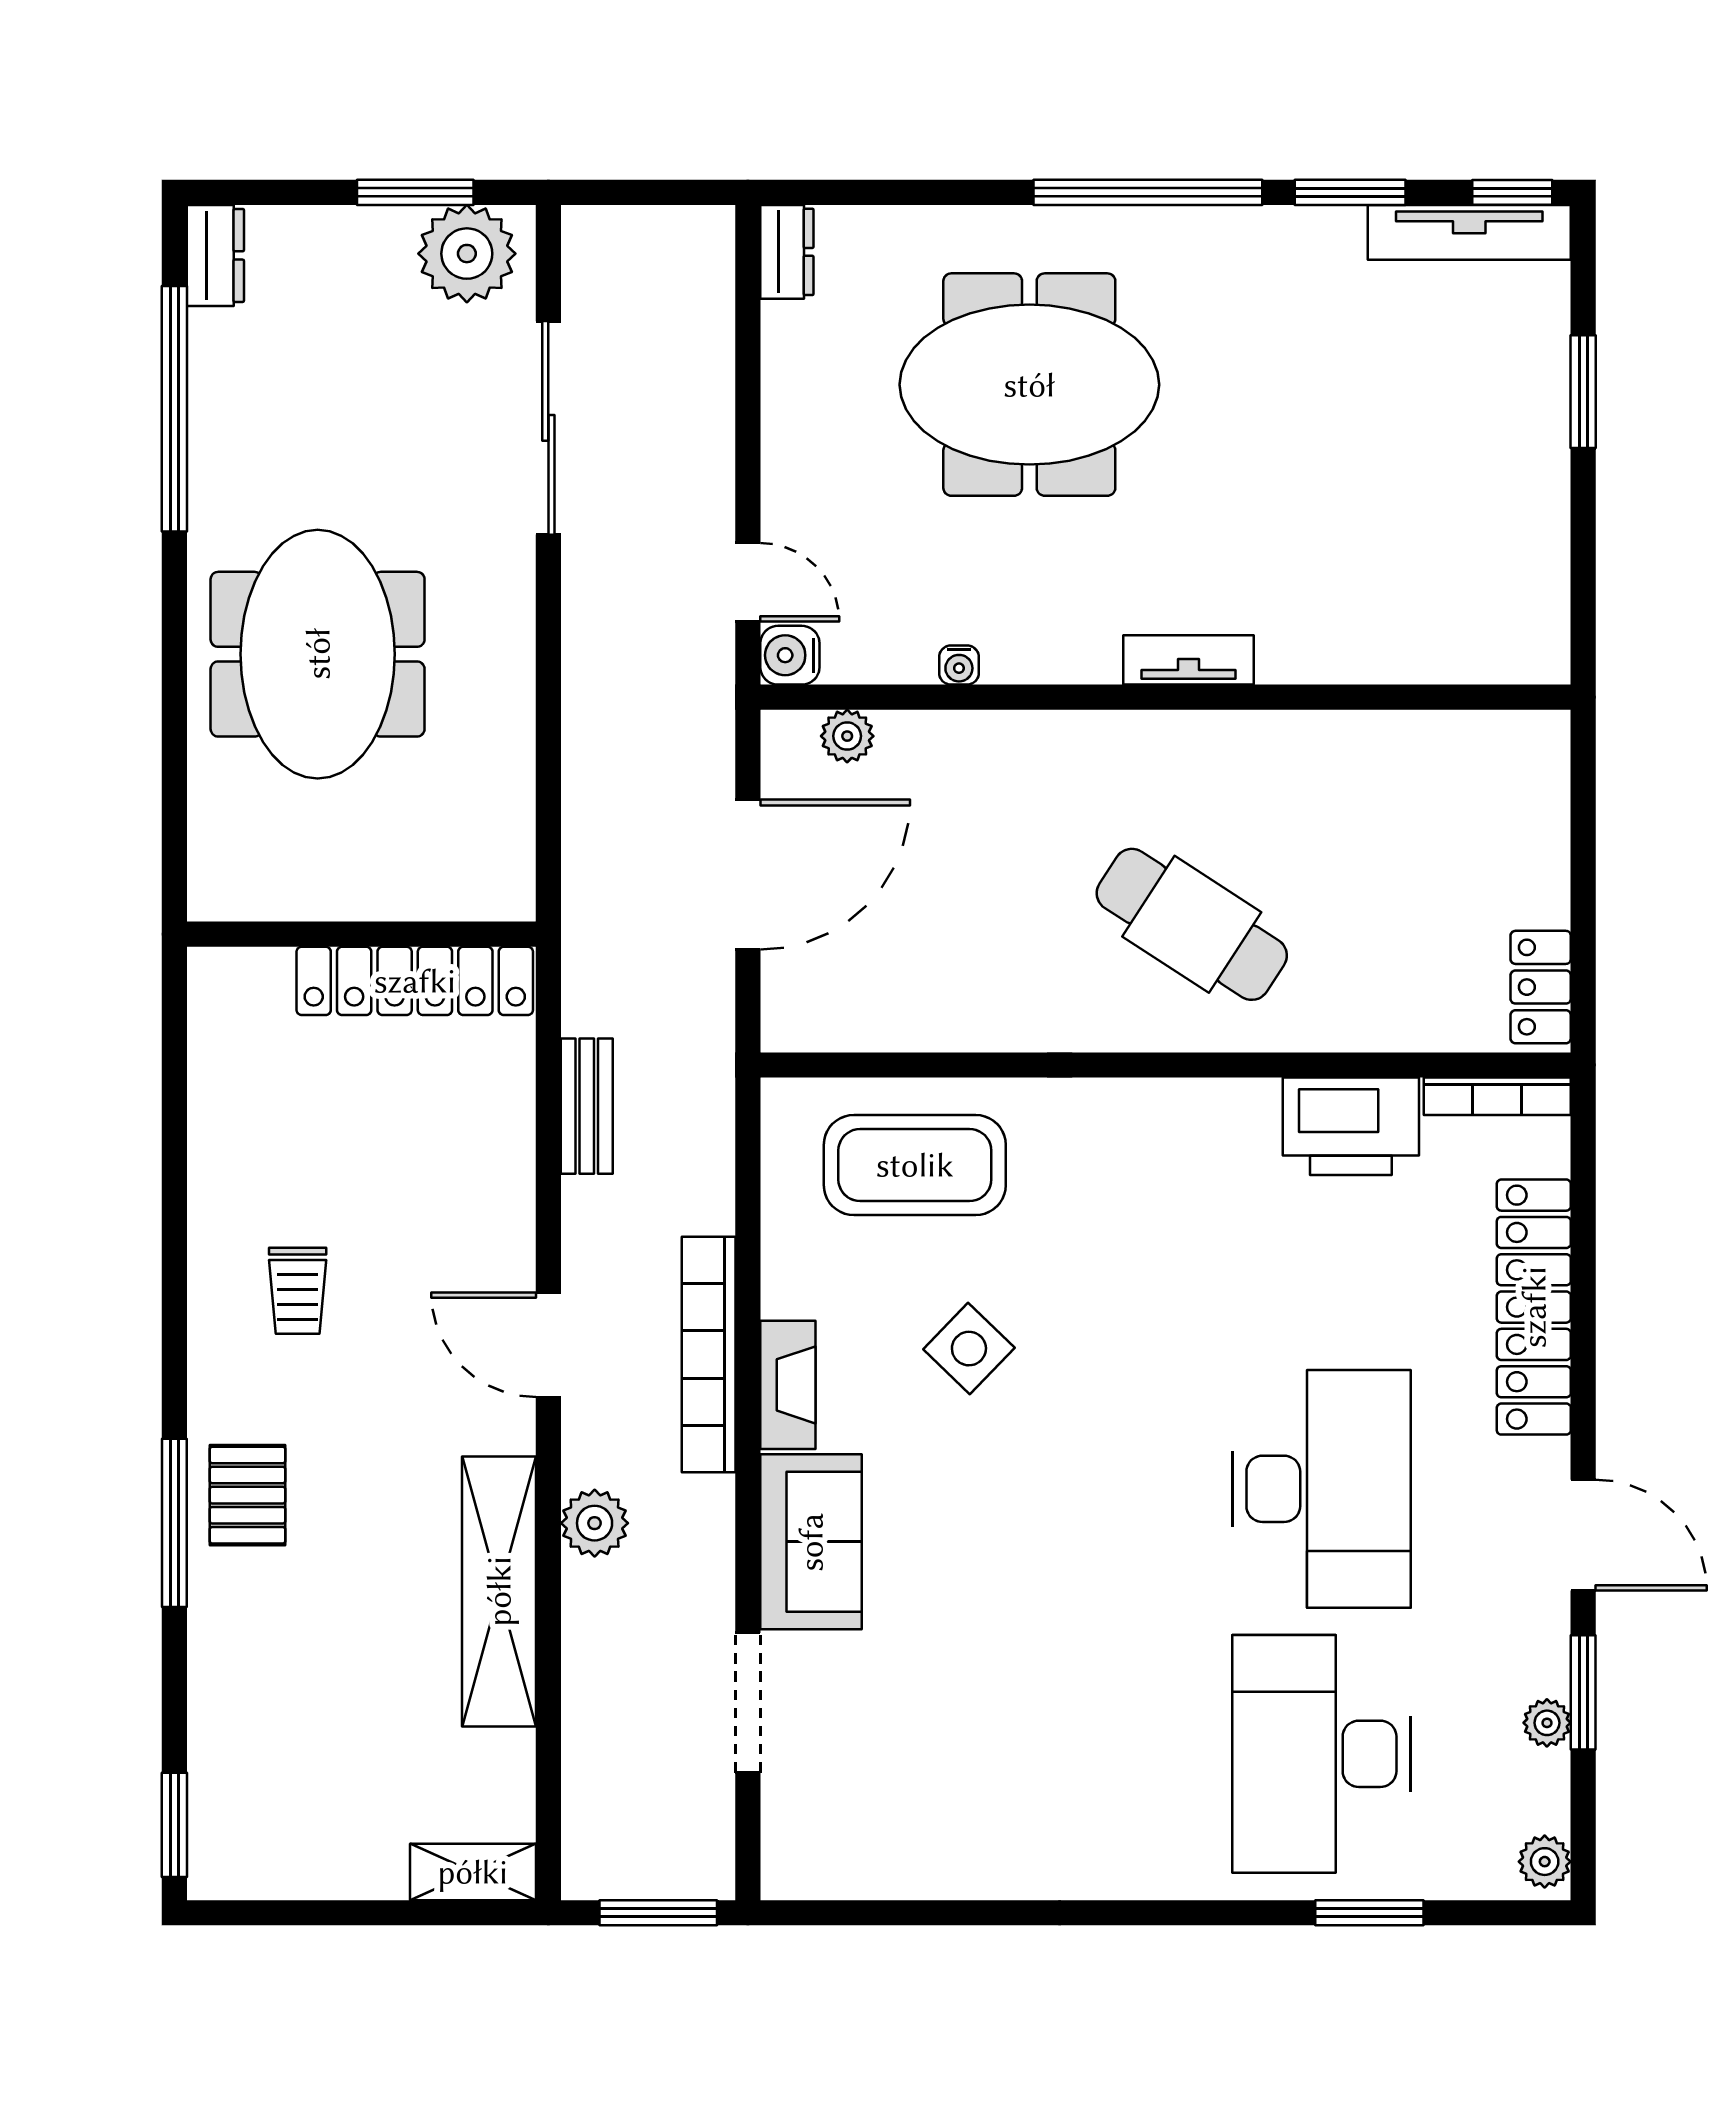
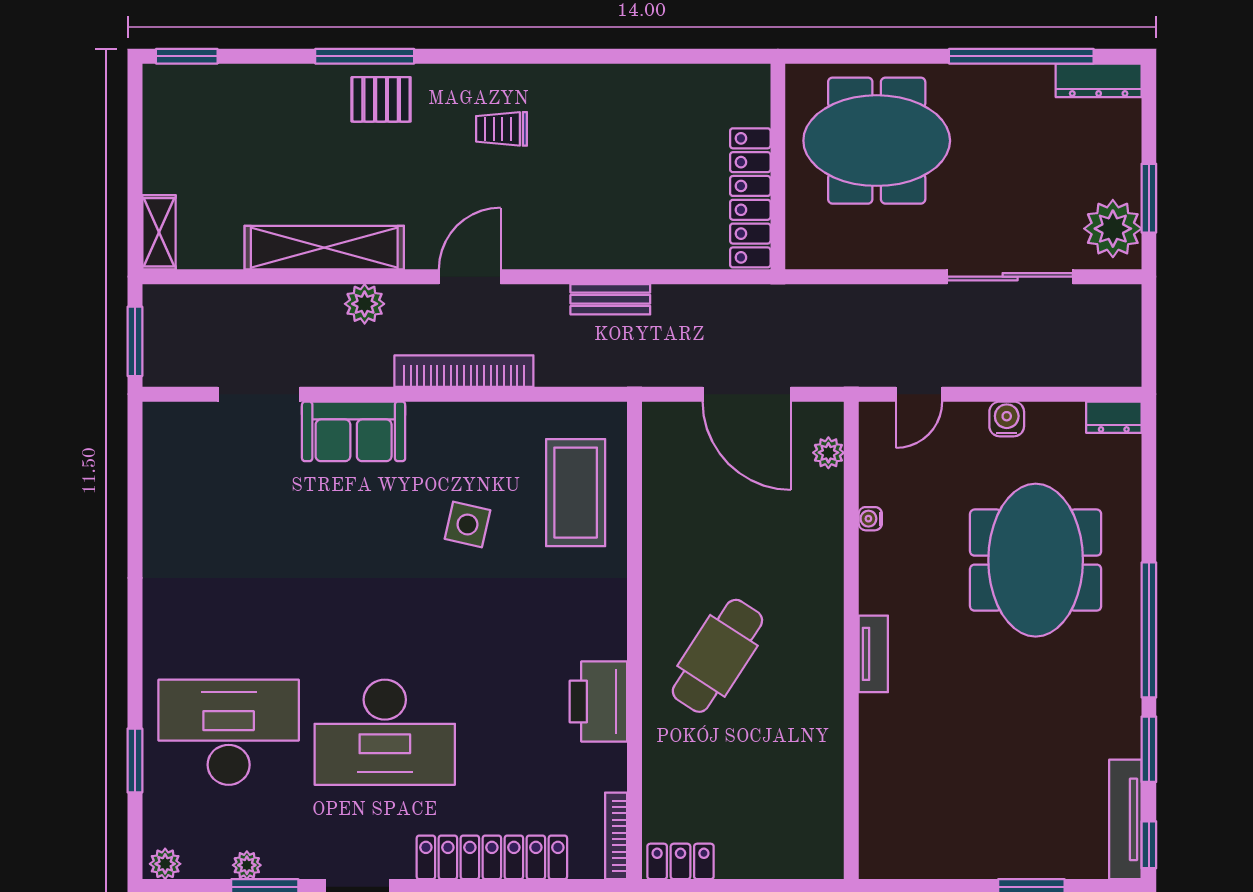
dresser: (215, 255) -> (1099, 80), width x1.44
water cooler: (790, 655) -> (1007, 419), moved
wall: (361, 934) -> (778, 166), moved
locker: (415, 981) -> (750, 198), moved
printer: (1351, 1126) -> (598, 702), moved
side table: (969, 1349) -> (467, 524), turned -31
fireplace: (788, 1385) -> (446, 418), removed

